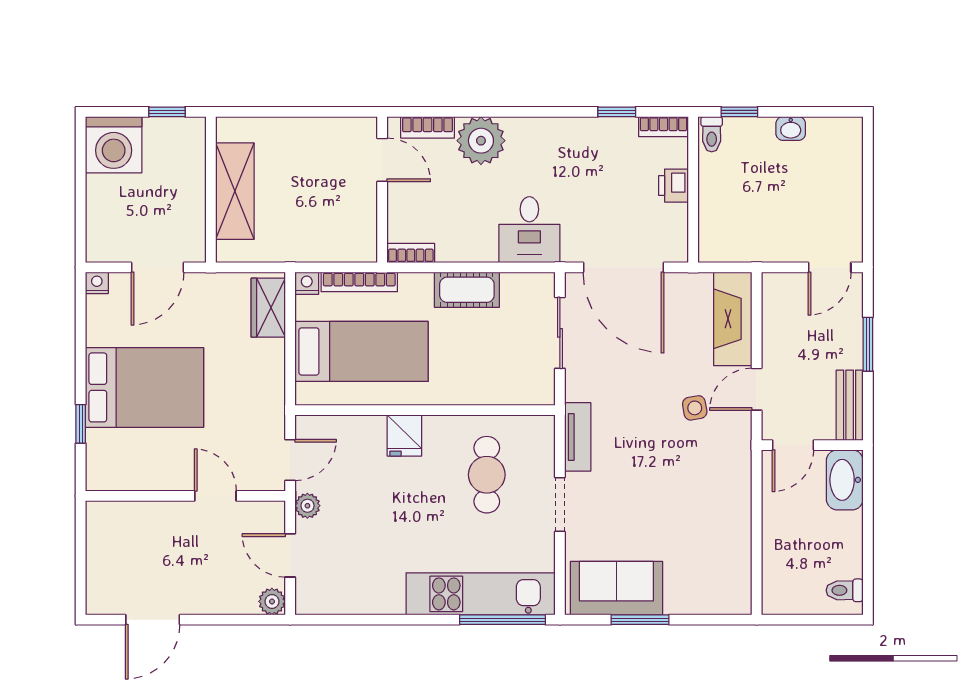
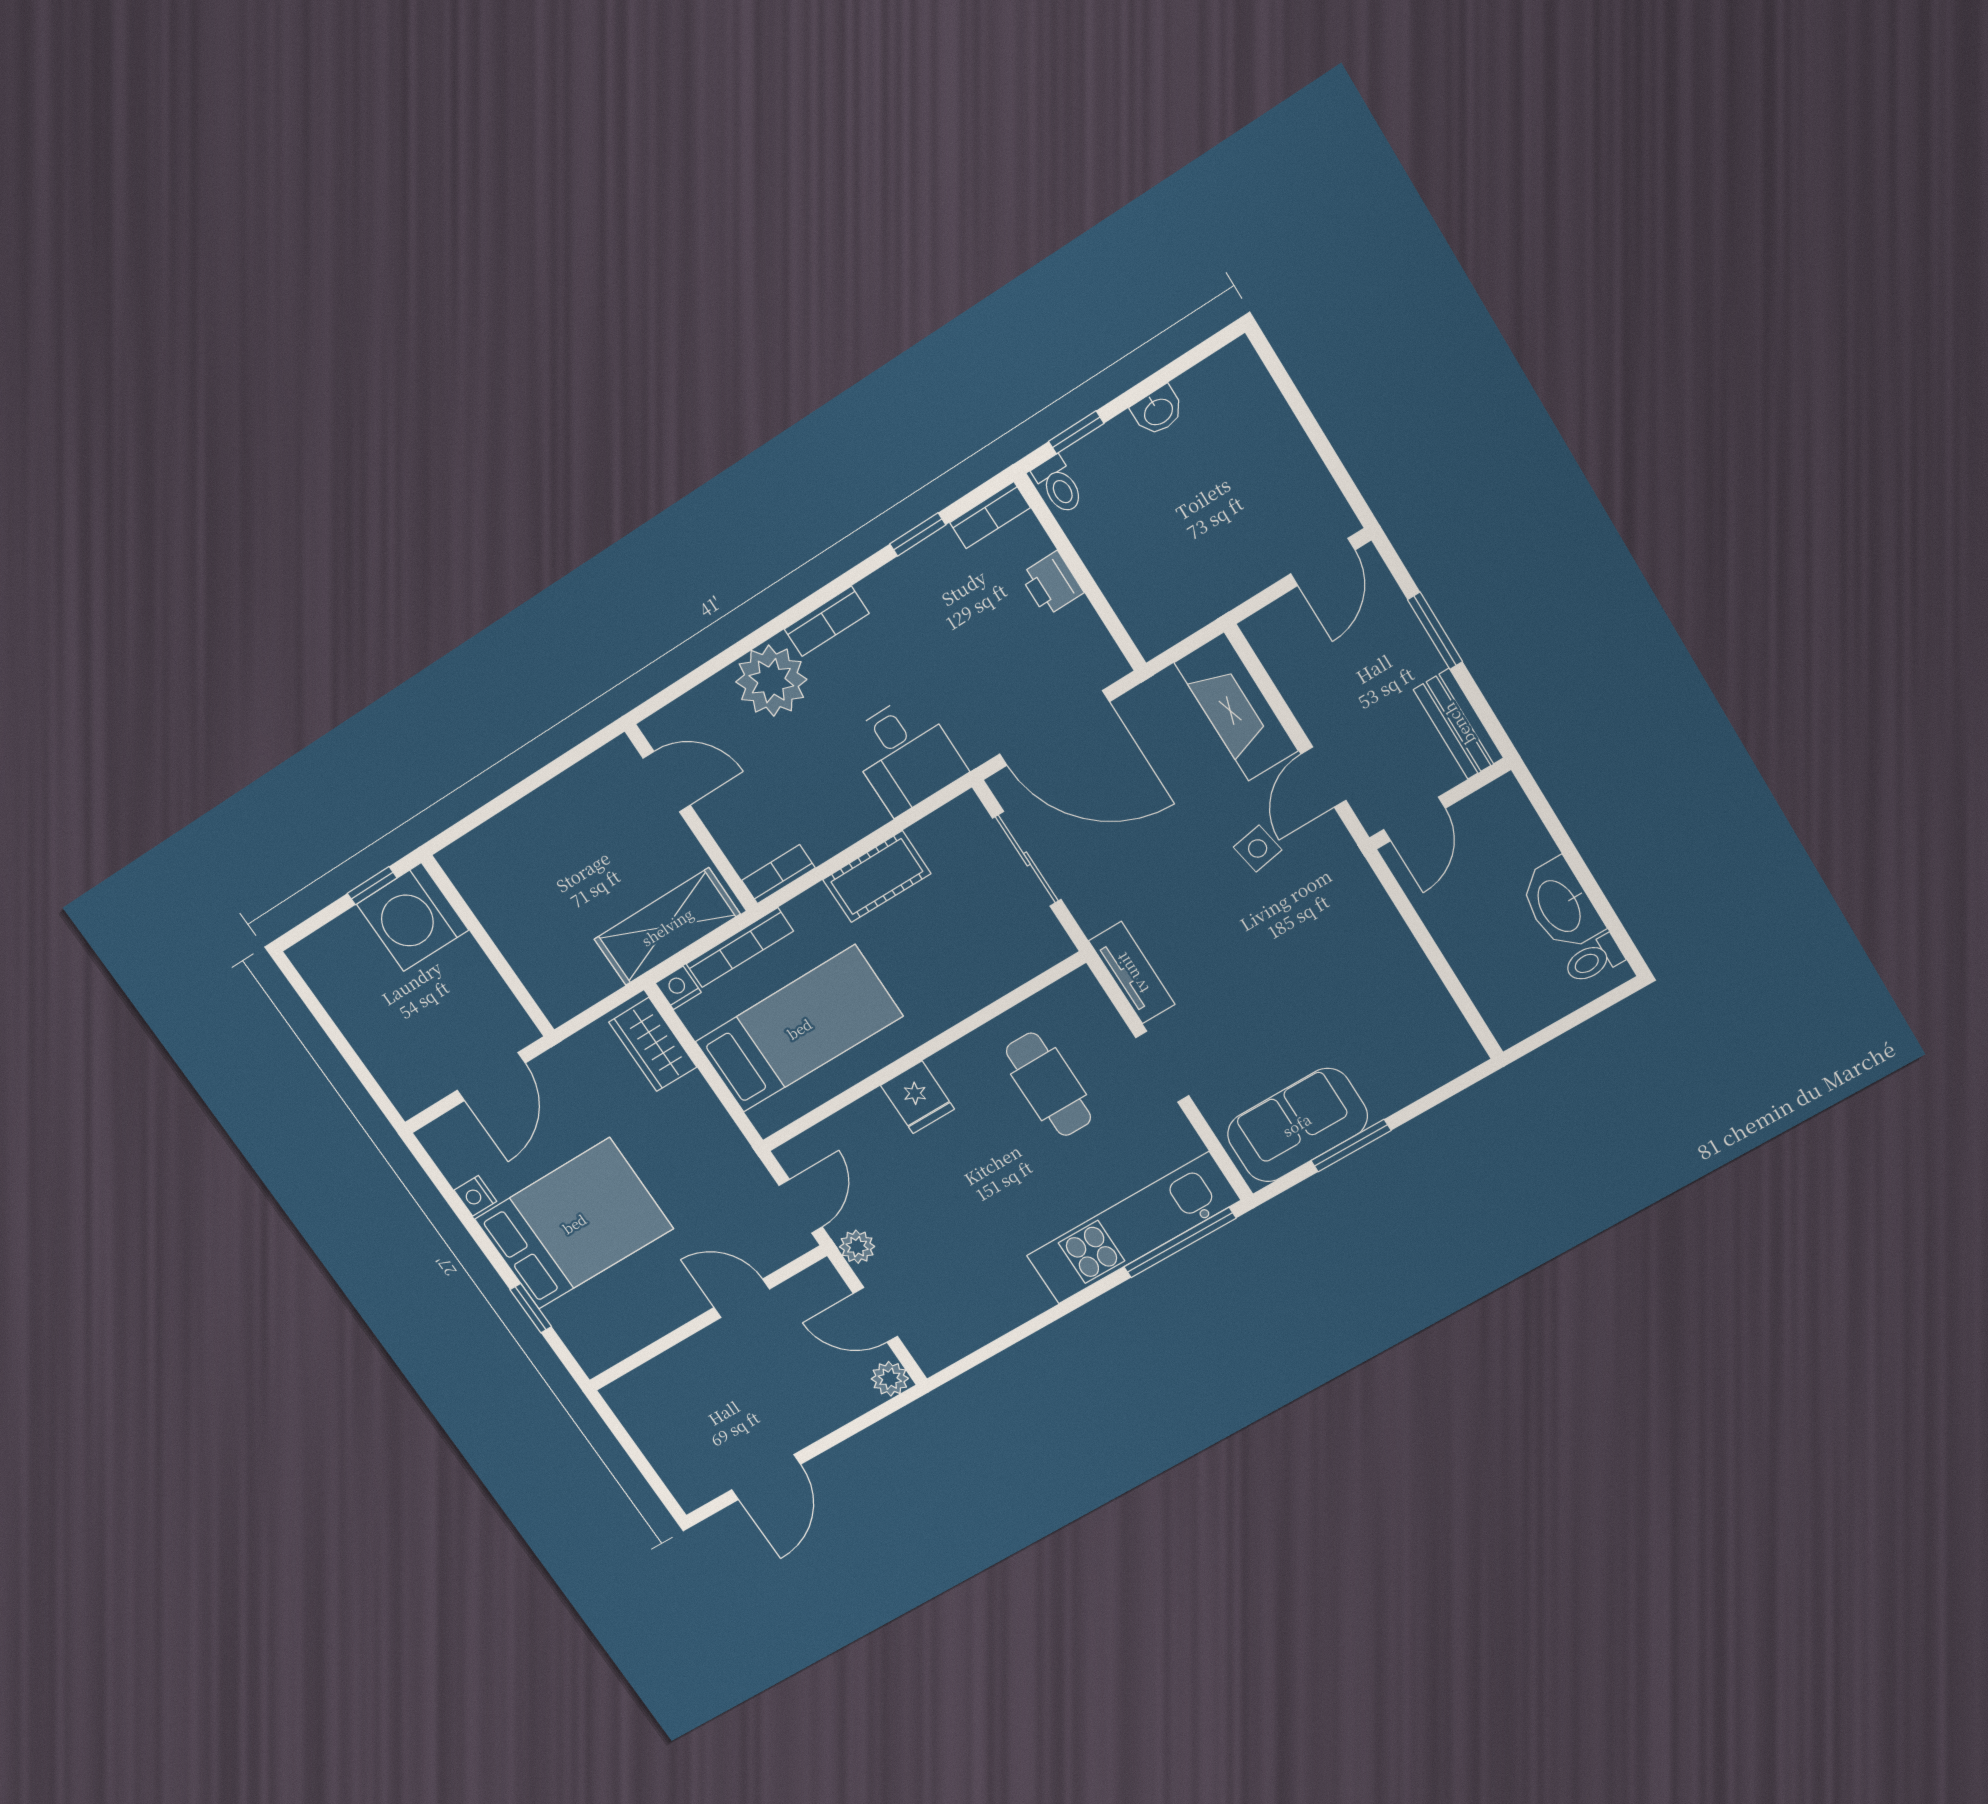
bookcase: (428, 127) -> (827, 621), moved
washing machine: (114, 145) -> (413, 917), moved, turned 90
shelving: (235, 191) -> (667, 927), moved, turned 90
nightstand: (97, 283) -> (475, 1196), moved, turned -90
washbasin: (845, 480) -> (1561, 905), moved

